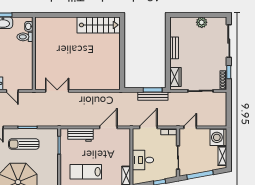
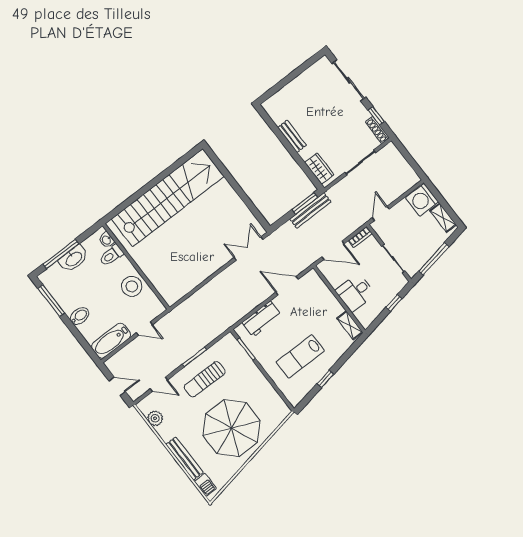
plant: (202, 22) -> (301, 83), removed
stairs: (99, 25) -> (168, 198), width x1.86, depth x1.51
stool: (23, 62) -> (132, 286), added
double door: (57, 91) -> (249, 249), moved
door: (108, 127) -> (287, 286), hinge flipped
door: (148, 127) -> (333, 250), swing flipped

